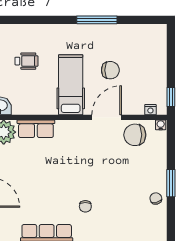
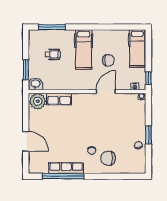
window: (97, 20) -> (52, 27), moved
hospital bed: (154, 52) -> (137, 49), added
hospital bed: (71, 85) -> (84, 50), moved, turned 180
chair: (135, 135) -> (108, 158), moved

